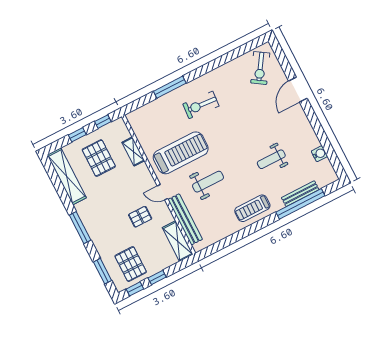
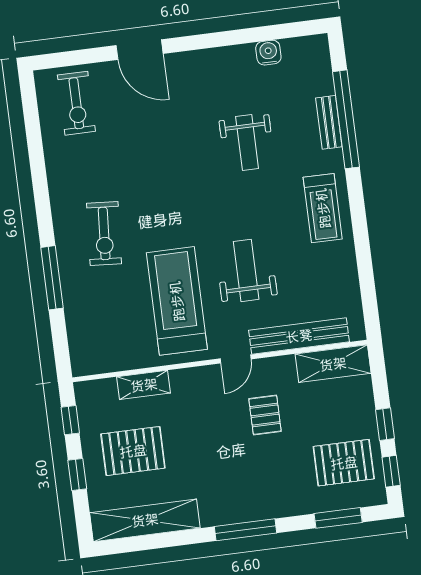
exercise bike: (260, 68) -> (76, 103), turned 57
bench: (300, 194) -> (329, 122), width x0.73

